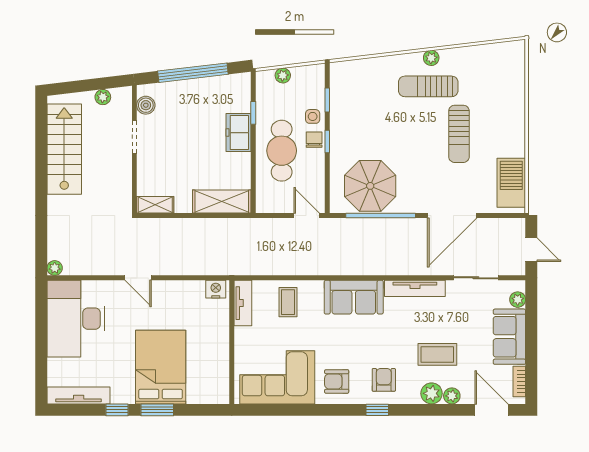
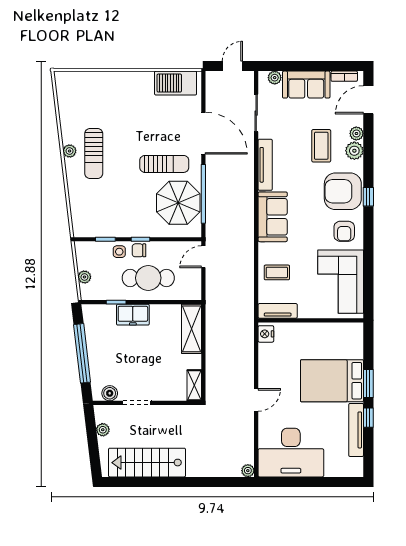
sun lounger: (459, 134) -> (164, 164), moved
armchair: (384, 380) -> (343, 191), width x1.88, depth x1.88
tv unit: (79, 396) -> (356, 430), moved

